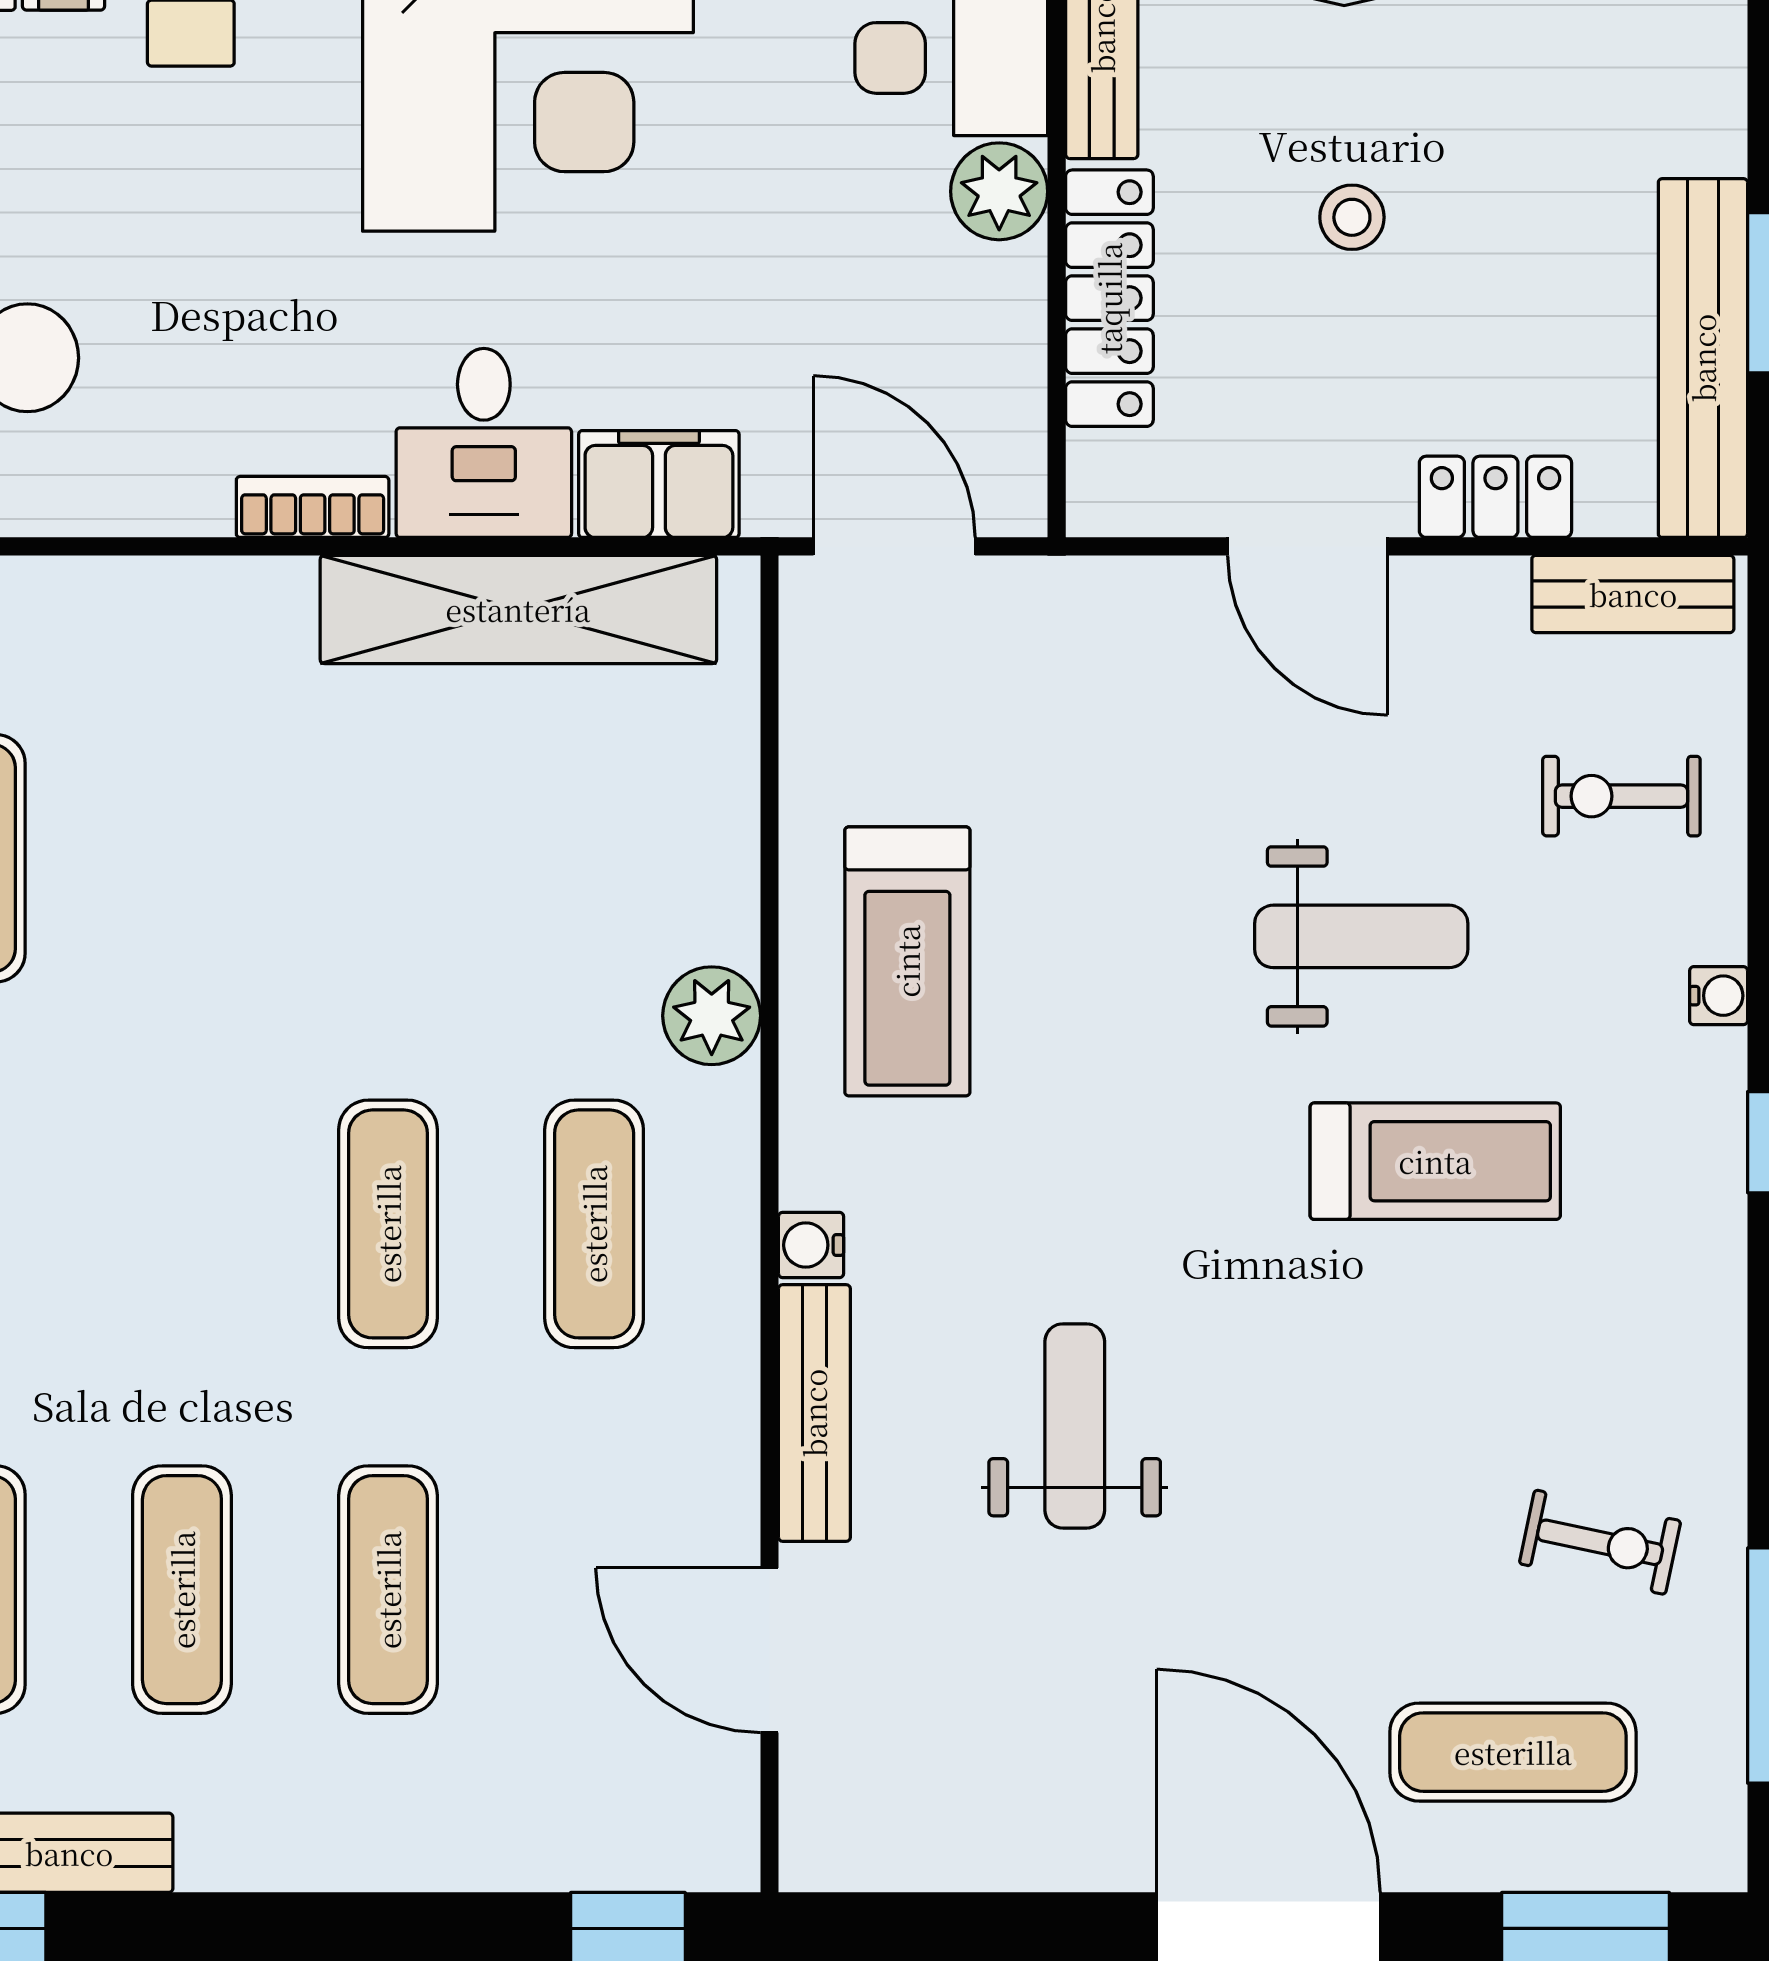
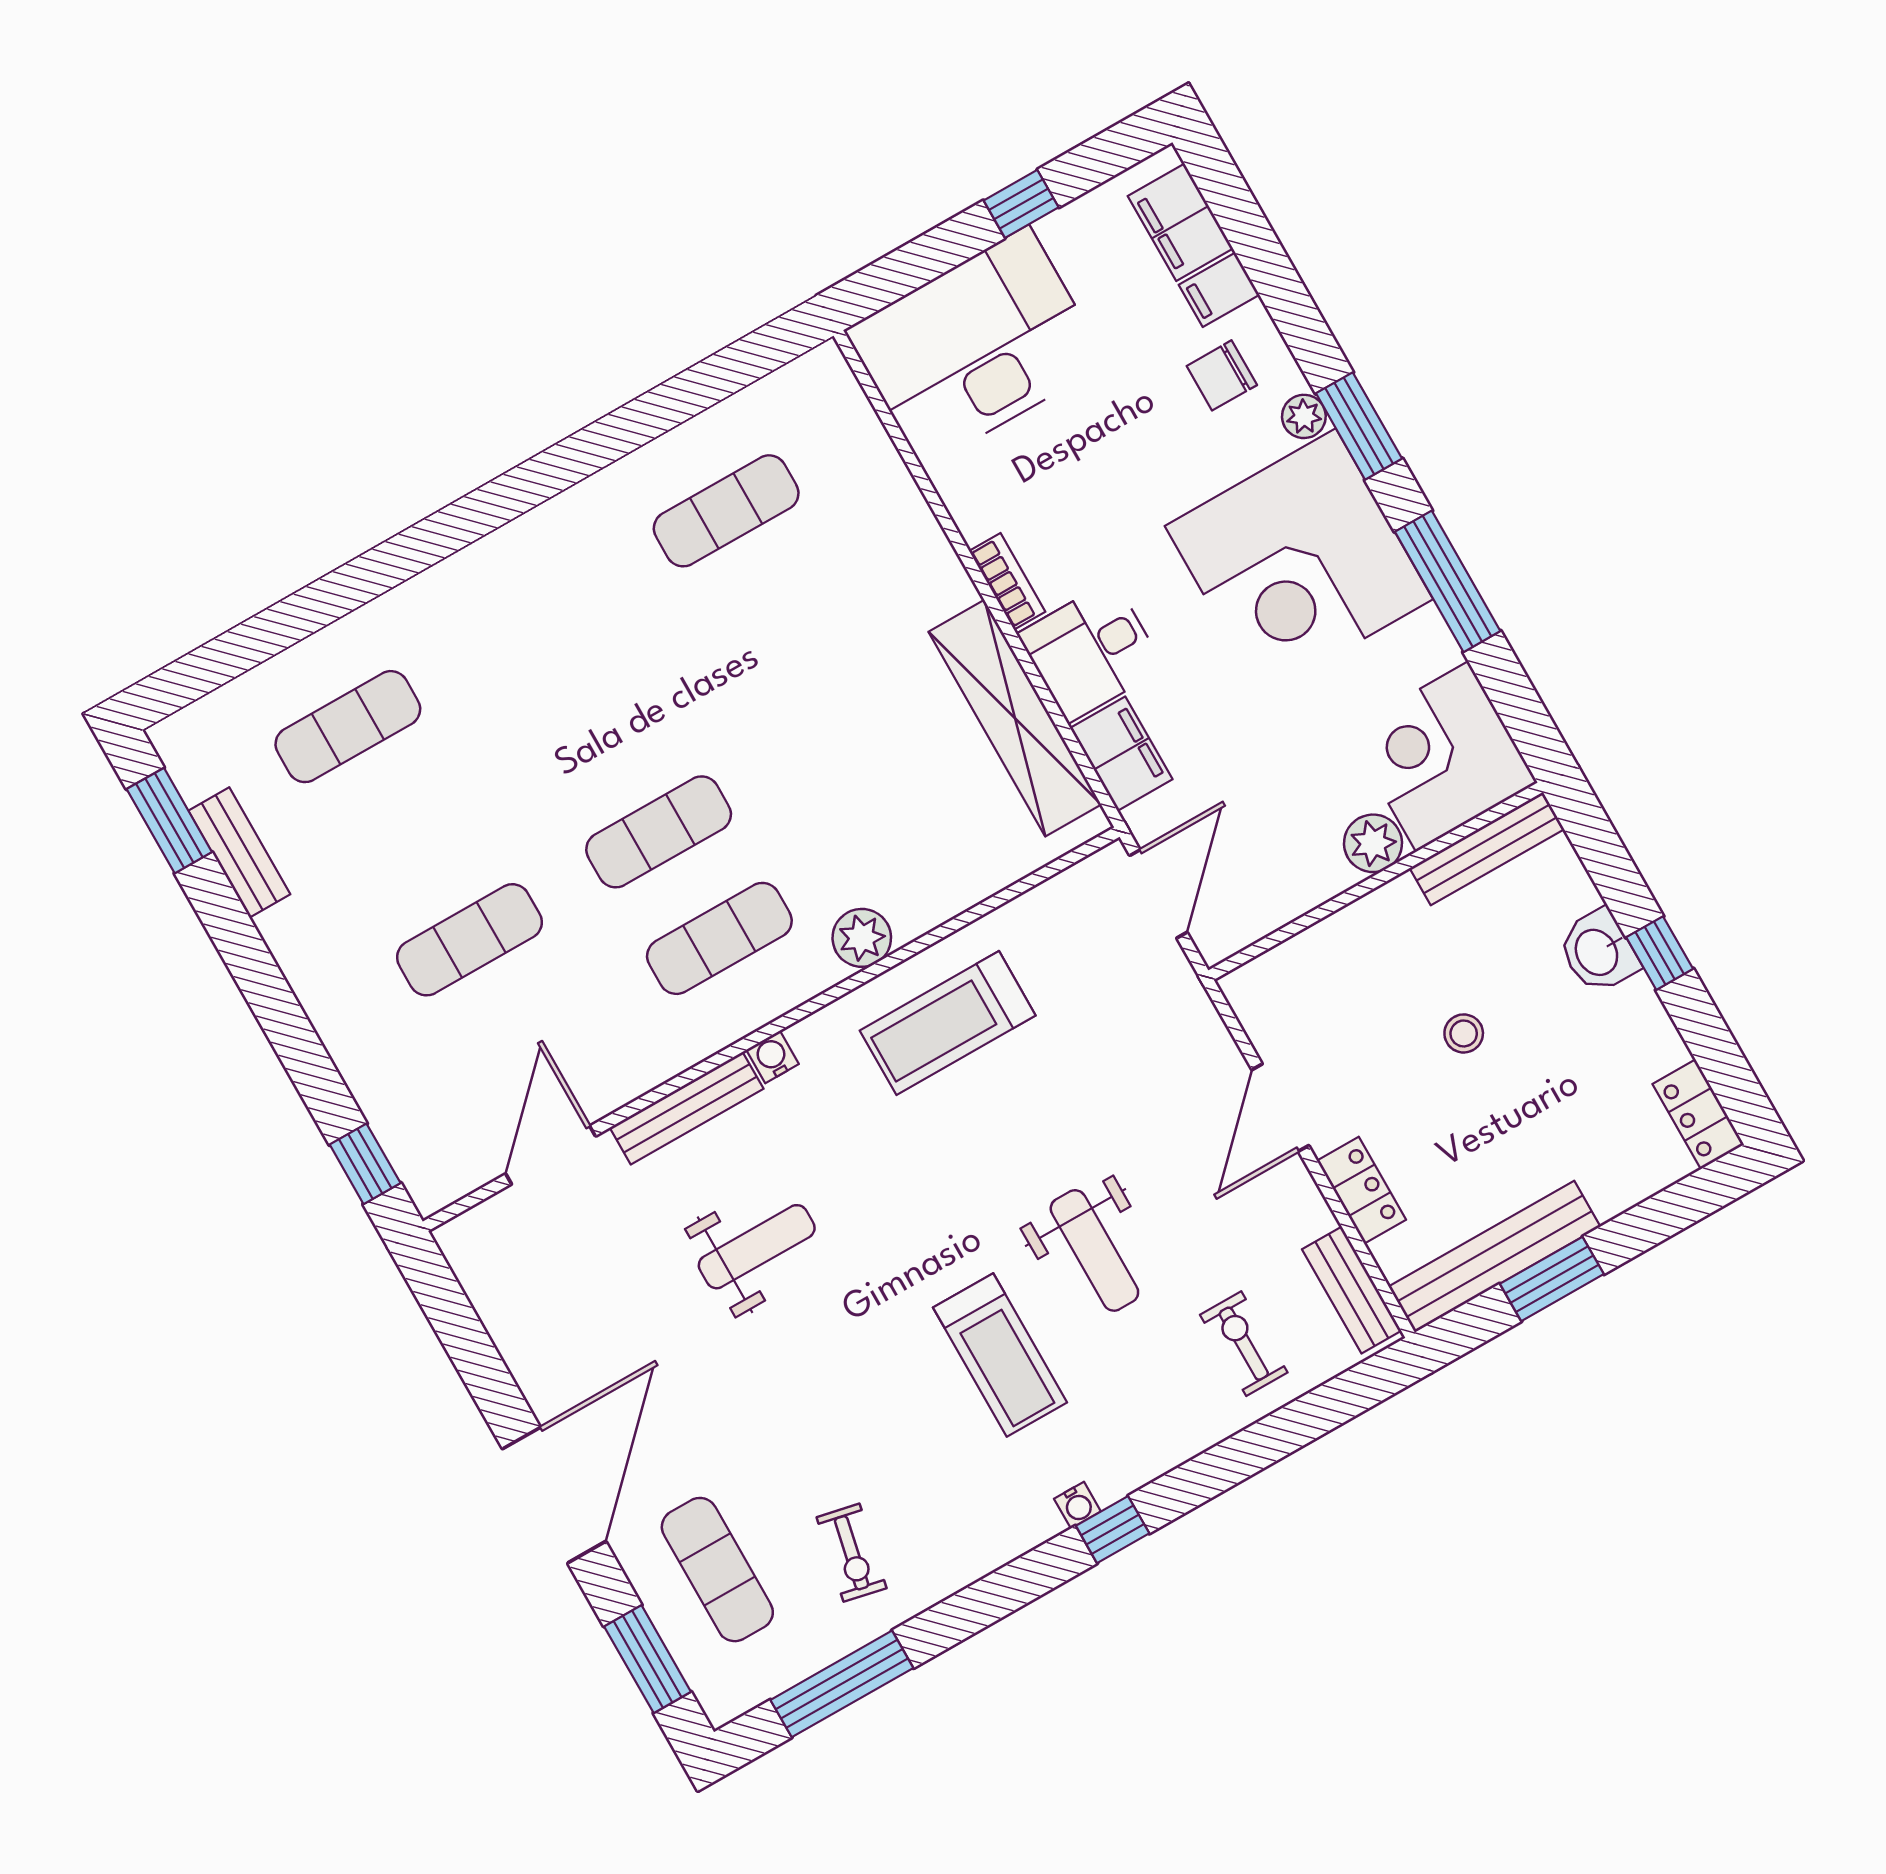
locker: (1109, 298) -> (1350, 932), removed
water cooler: (1719, 996) -> (1077, 1505), moved
exercise mat: (182, 1590) -> (409, 833), removed

